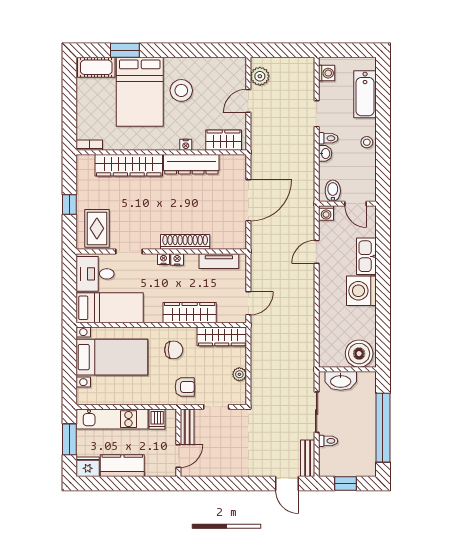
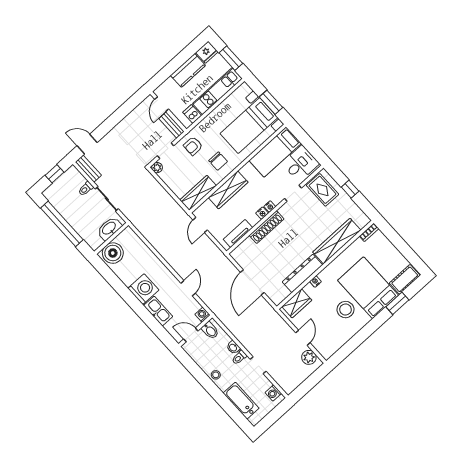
chair: (174, 350) -> (218, 161), turned -90
window: (69, 360) -> (271, 102), added
plant: (239, 374) -> (157, 168), moved

